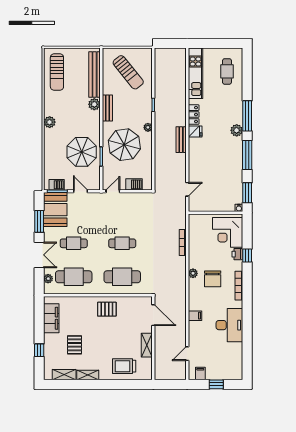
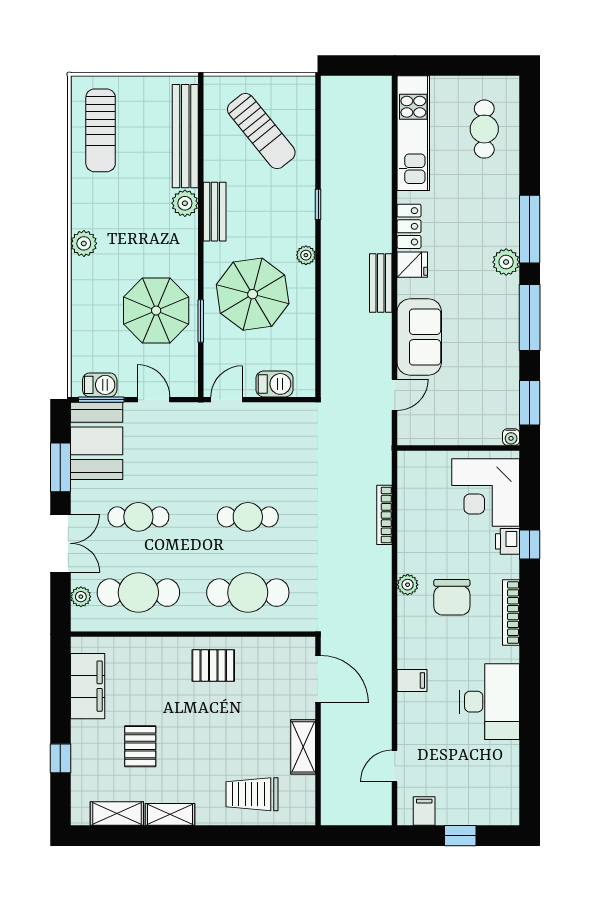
sofa: (198, 164) -> (419, 337), added

